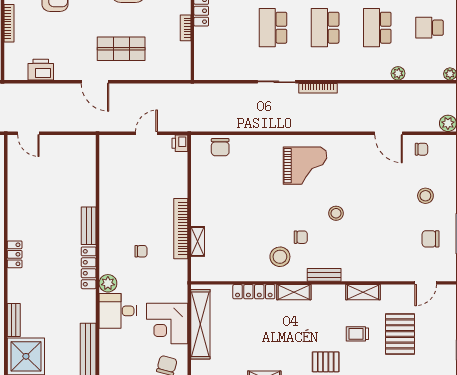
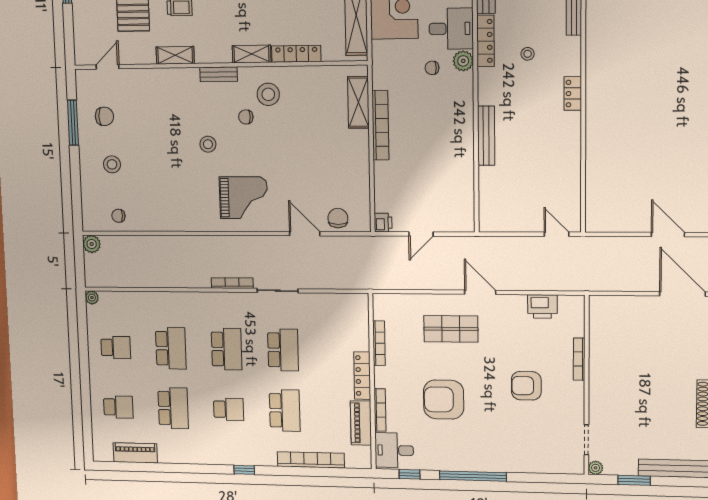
bookcase: (186, 28) -> (379, 343), width x1.56
plant: (398, 73) -> (147, 299), removed
door: (389, 133) -> (305, 234), moved
grand piano: (305, 166) -> (244, 198), turned 180
bench: (89, 226) -> (486, 136), width x1.36
shelving: (198, 241) -> (358, 102), width x1.50, depth x1.33
chair: (141, 251) -> (432, 68), moved
locker: (89, 268) -> (485, 41), moved
stool: (53, 288) -> (528, 54), added

